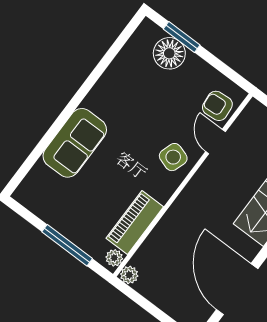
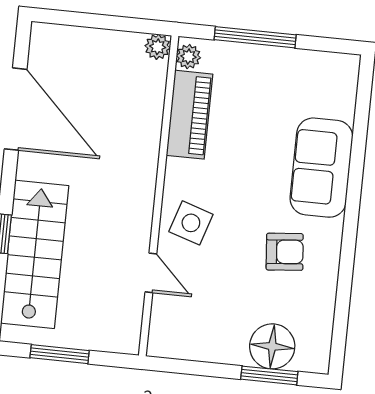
armchair: (217, 106) -> (285, 252), moved

